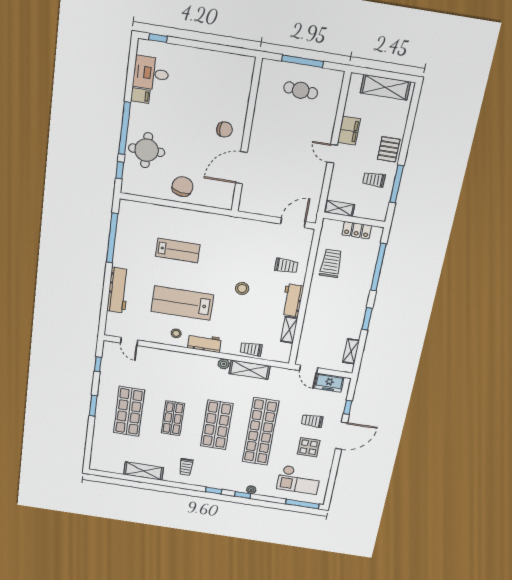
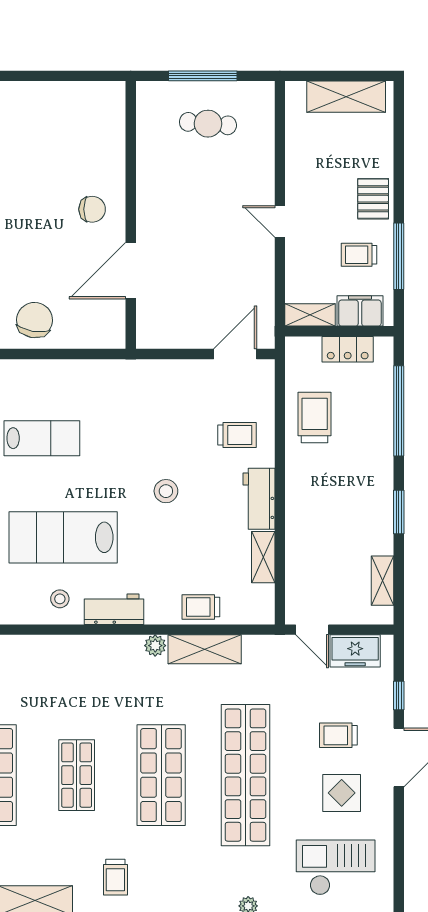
filing cabinet: (349, 131) -> (360, 311), moved, turned -90
checkout: (299, 480) -> (336, 867), turned 180

